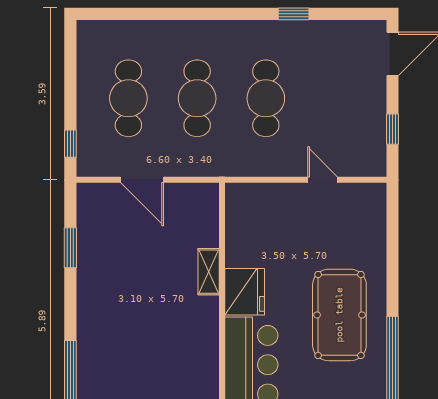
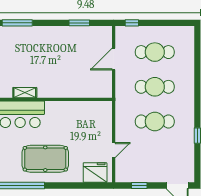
shelving: (209, 272) -> (25, 93), moved
fridge: (245, 292) -> (95, 173), moved, turned 180

